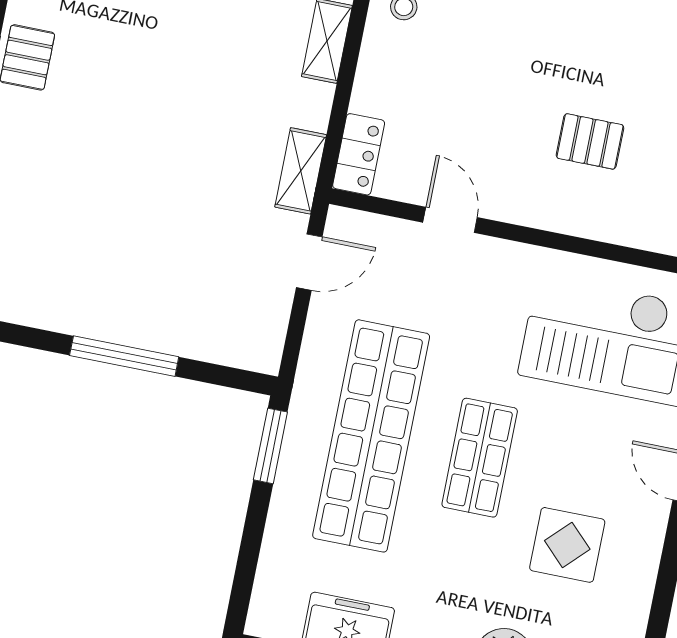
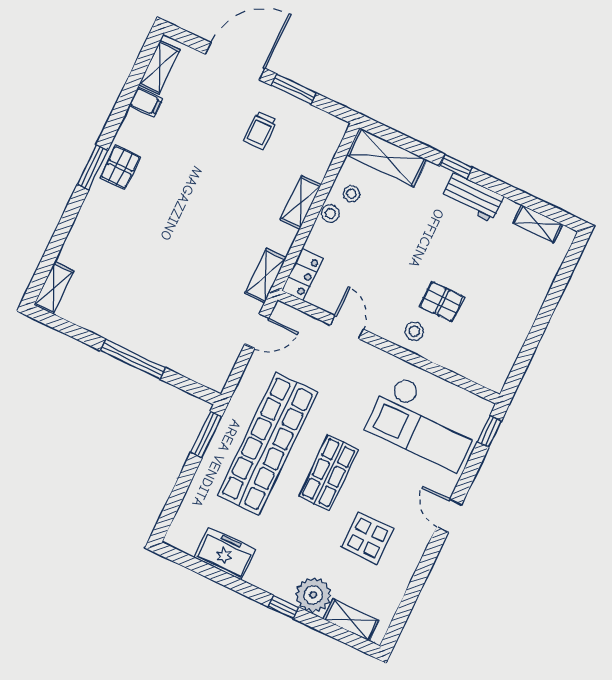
stool: (378, 47) -> (330, 213), added
stool: (558, 199) -> (414, 331), added

